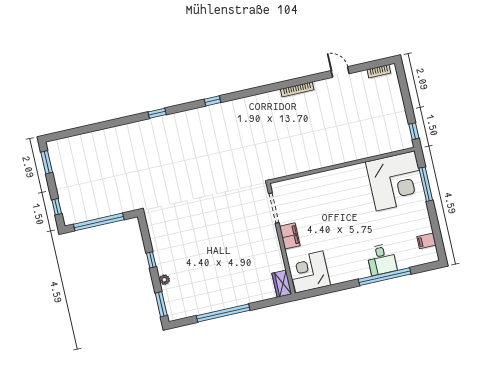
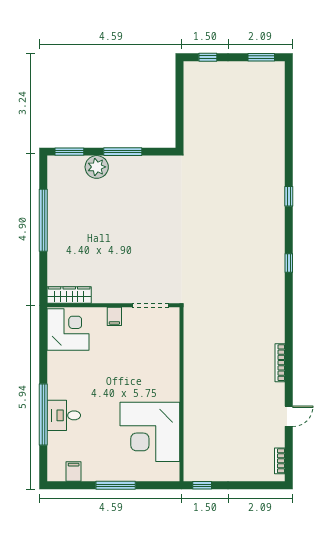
corner desk: (396, 181) -> (150, 432), moved
window: (426, 184) -> (116, 485), moved
window: (99, 222) -> (180, 101), removed
filing cabinet: (290, 236) -> (114, 316), width x0.50
window: (151, 260) -> (123, 152), width x2.17
plant: (164, 280) -> (97, 167), width x1.88, depth x1.88
wardrobe: (282, 284) -> (69, 295), width x1.50

